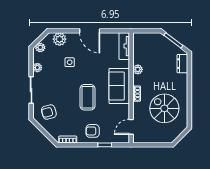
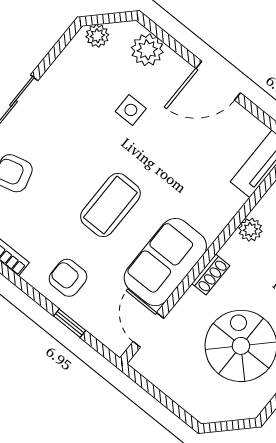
door: (90, 31) -> (218, 81), hinge flipped
plant: (37, 68) -> (60, 70), removed
sofa: (119, 86) -> (165, 262), moved
door: (131, 127) -> (148, 330), hinge flipped

